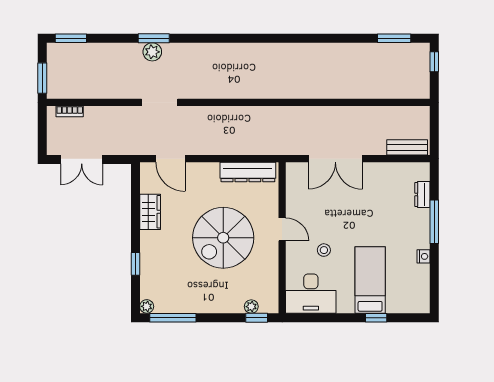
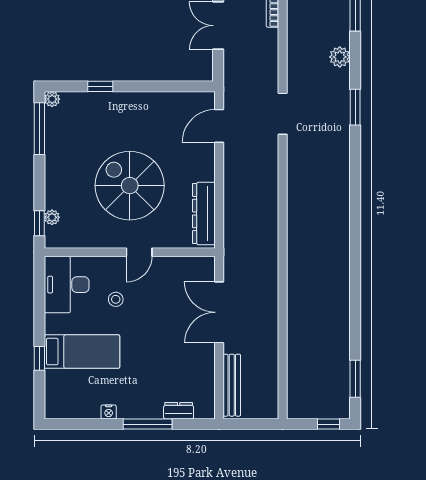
plant: (152, 52) -> (340, 57), moved
bench: (407, 147) -> (232, 385), width x1.36
wardrobe: (150, 212) -> (159, 103), removed

